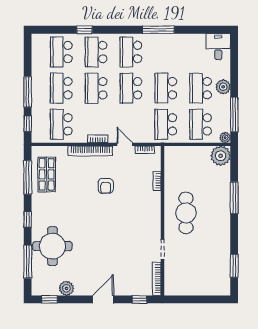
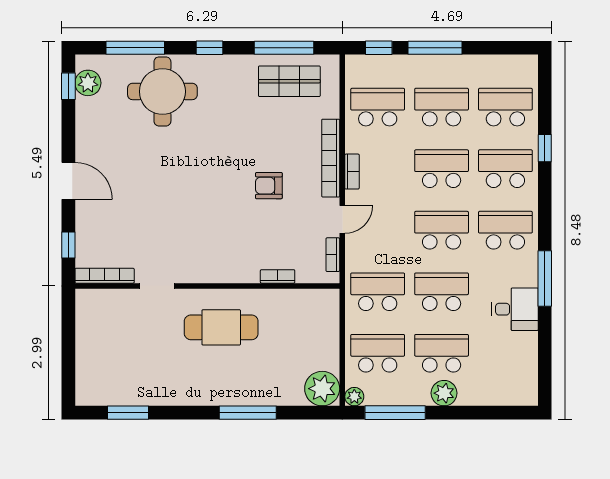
desk: (218, 47) -> (515, 309), moved
plant: (66, 288) -> (88, 83), moved

